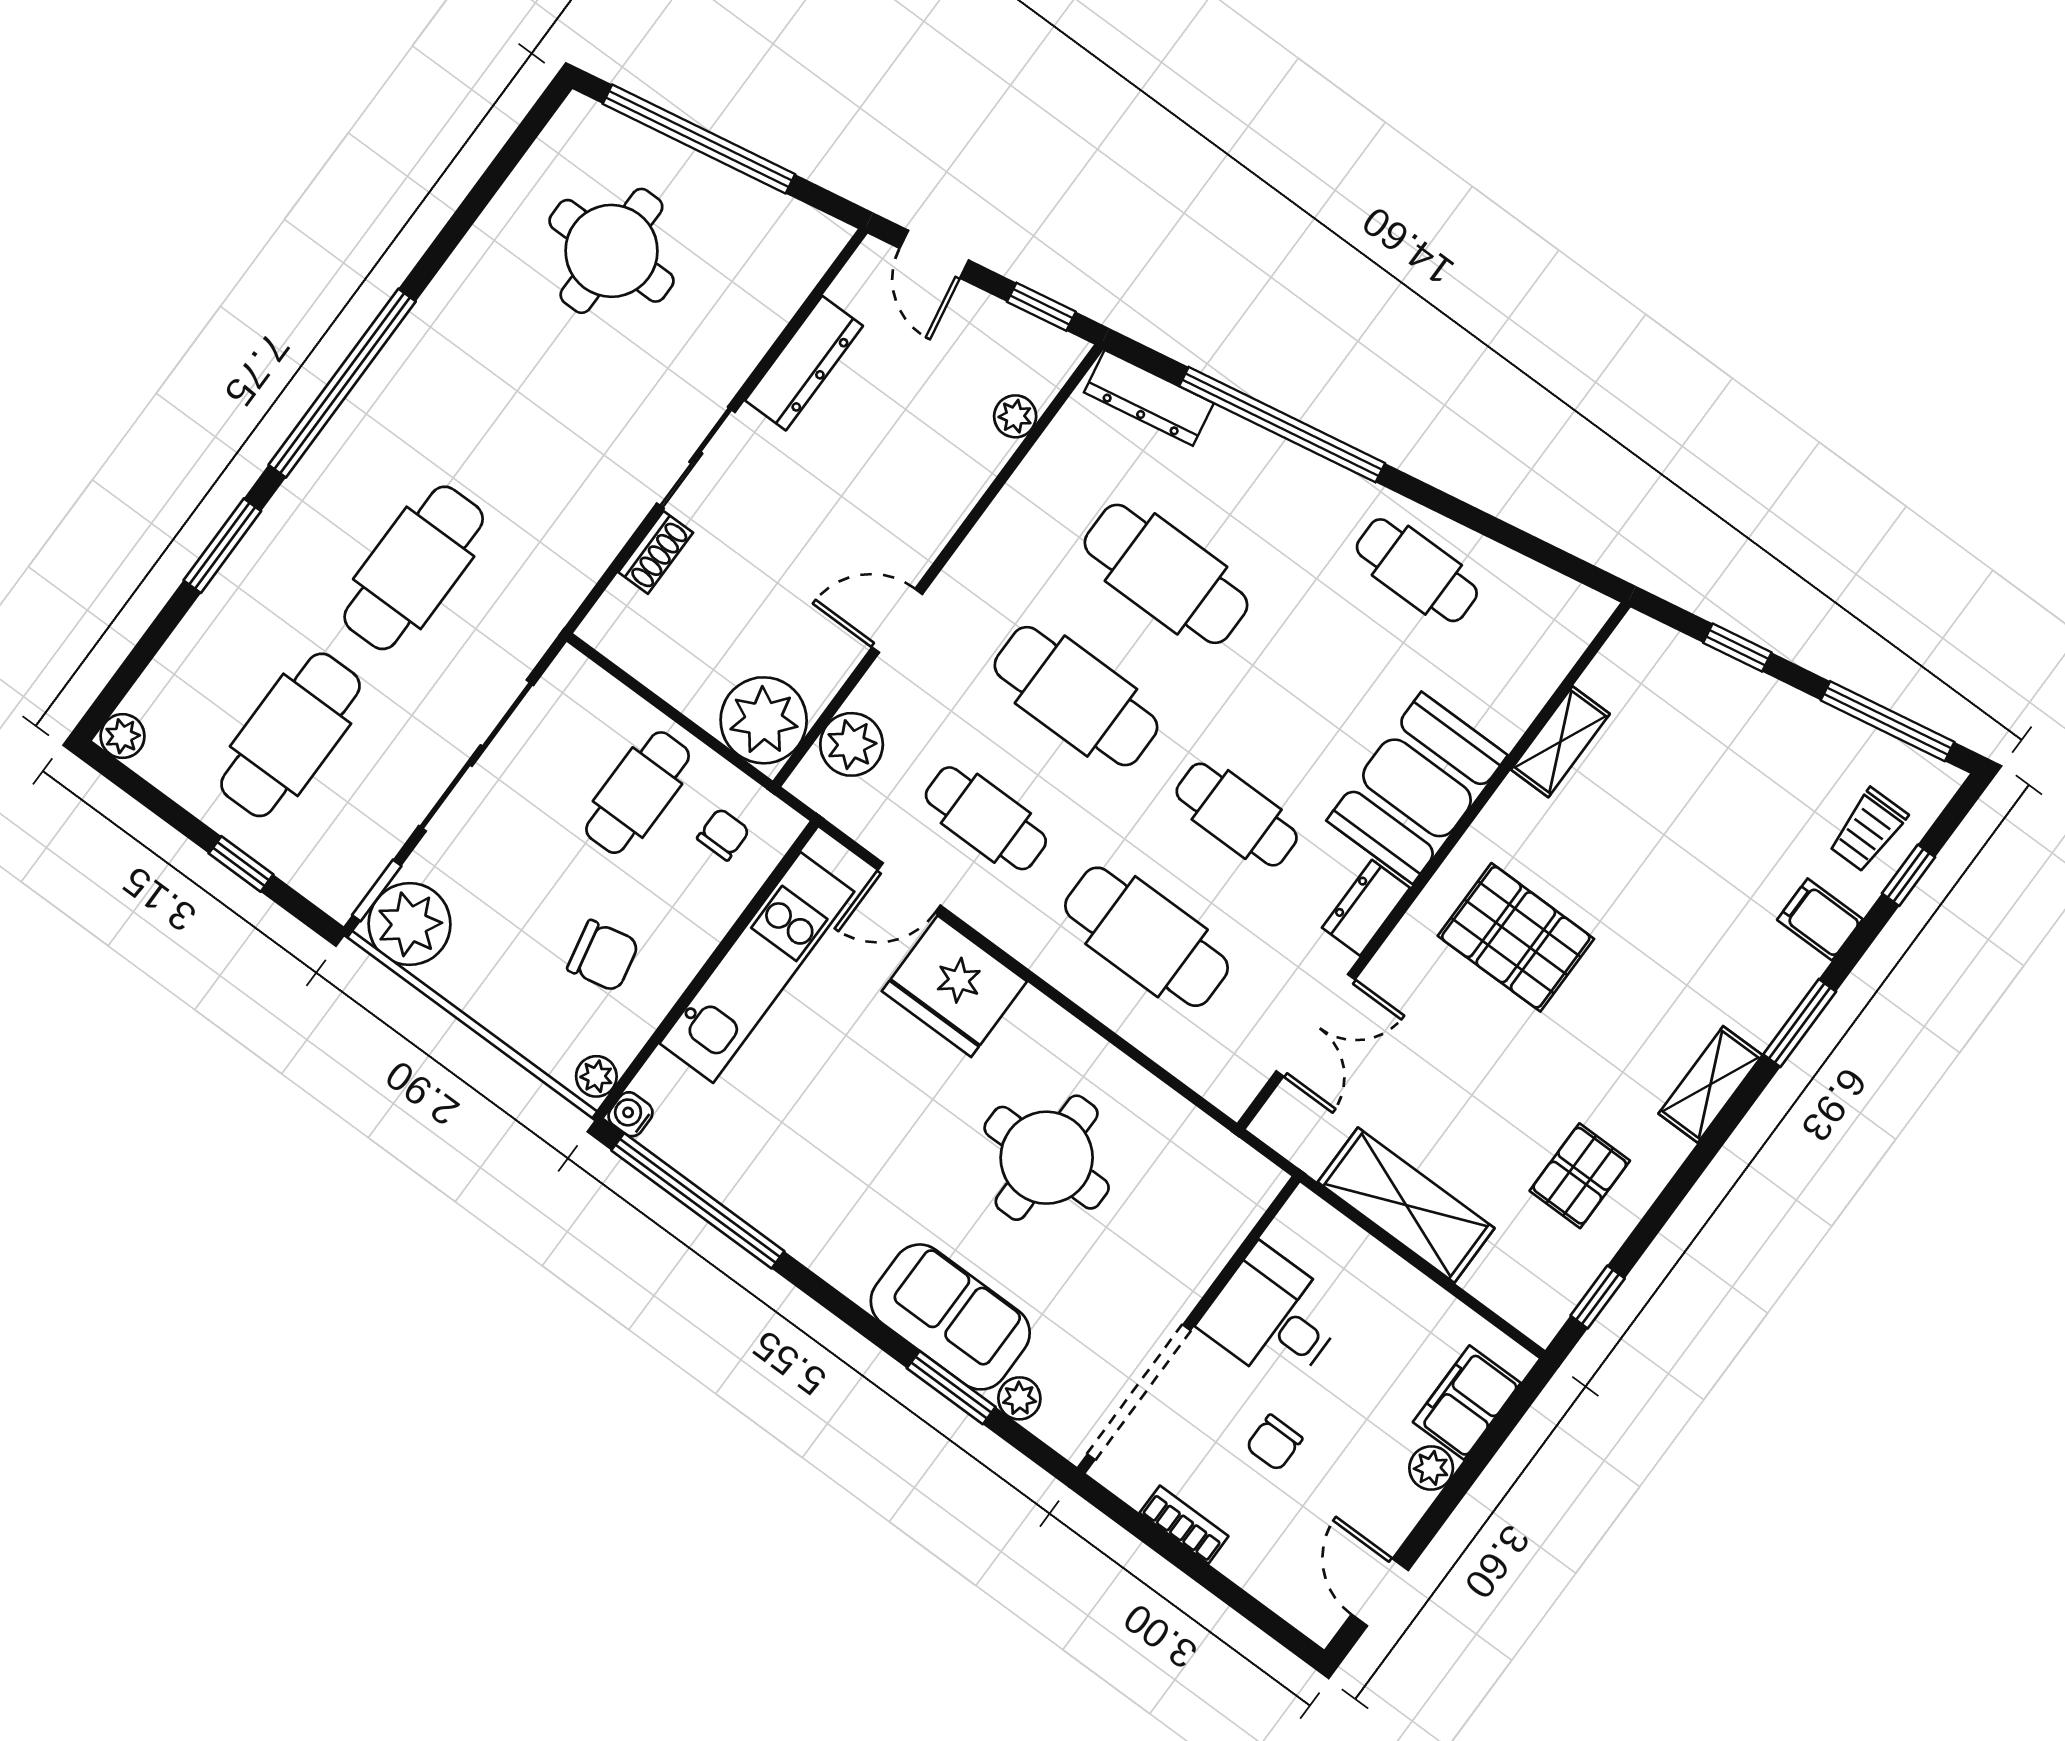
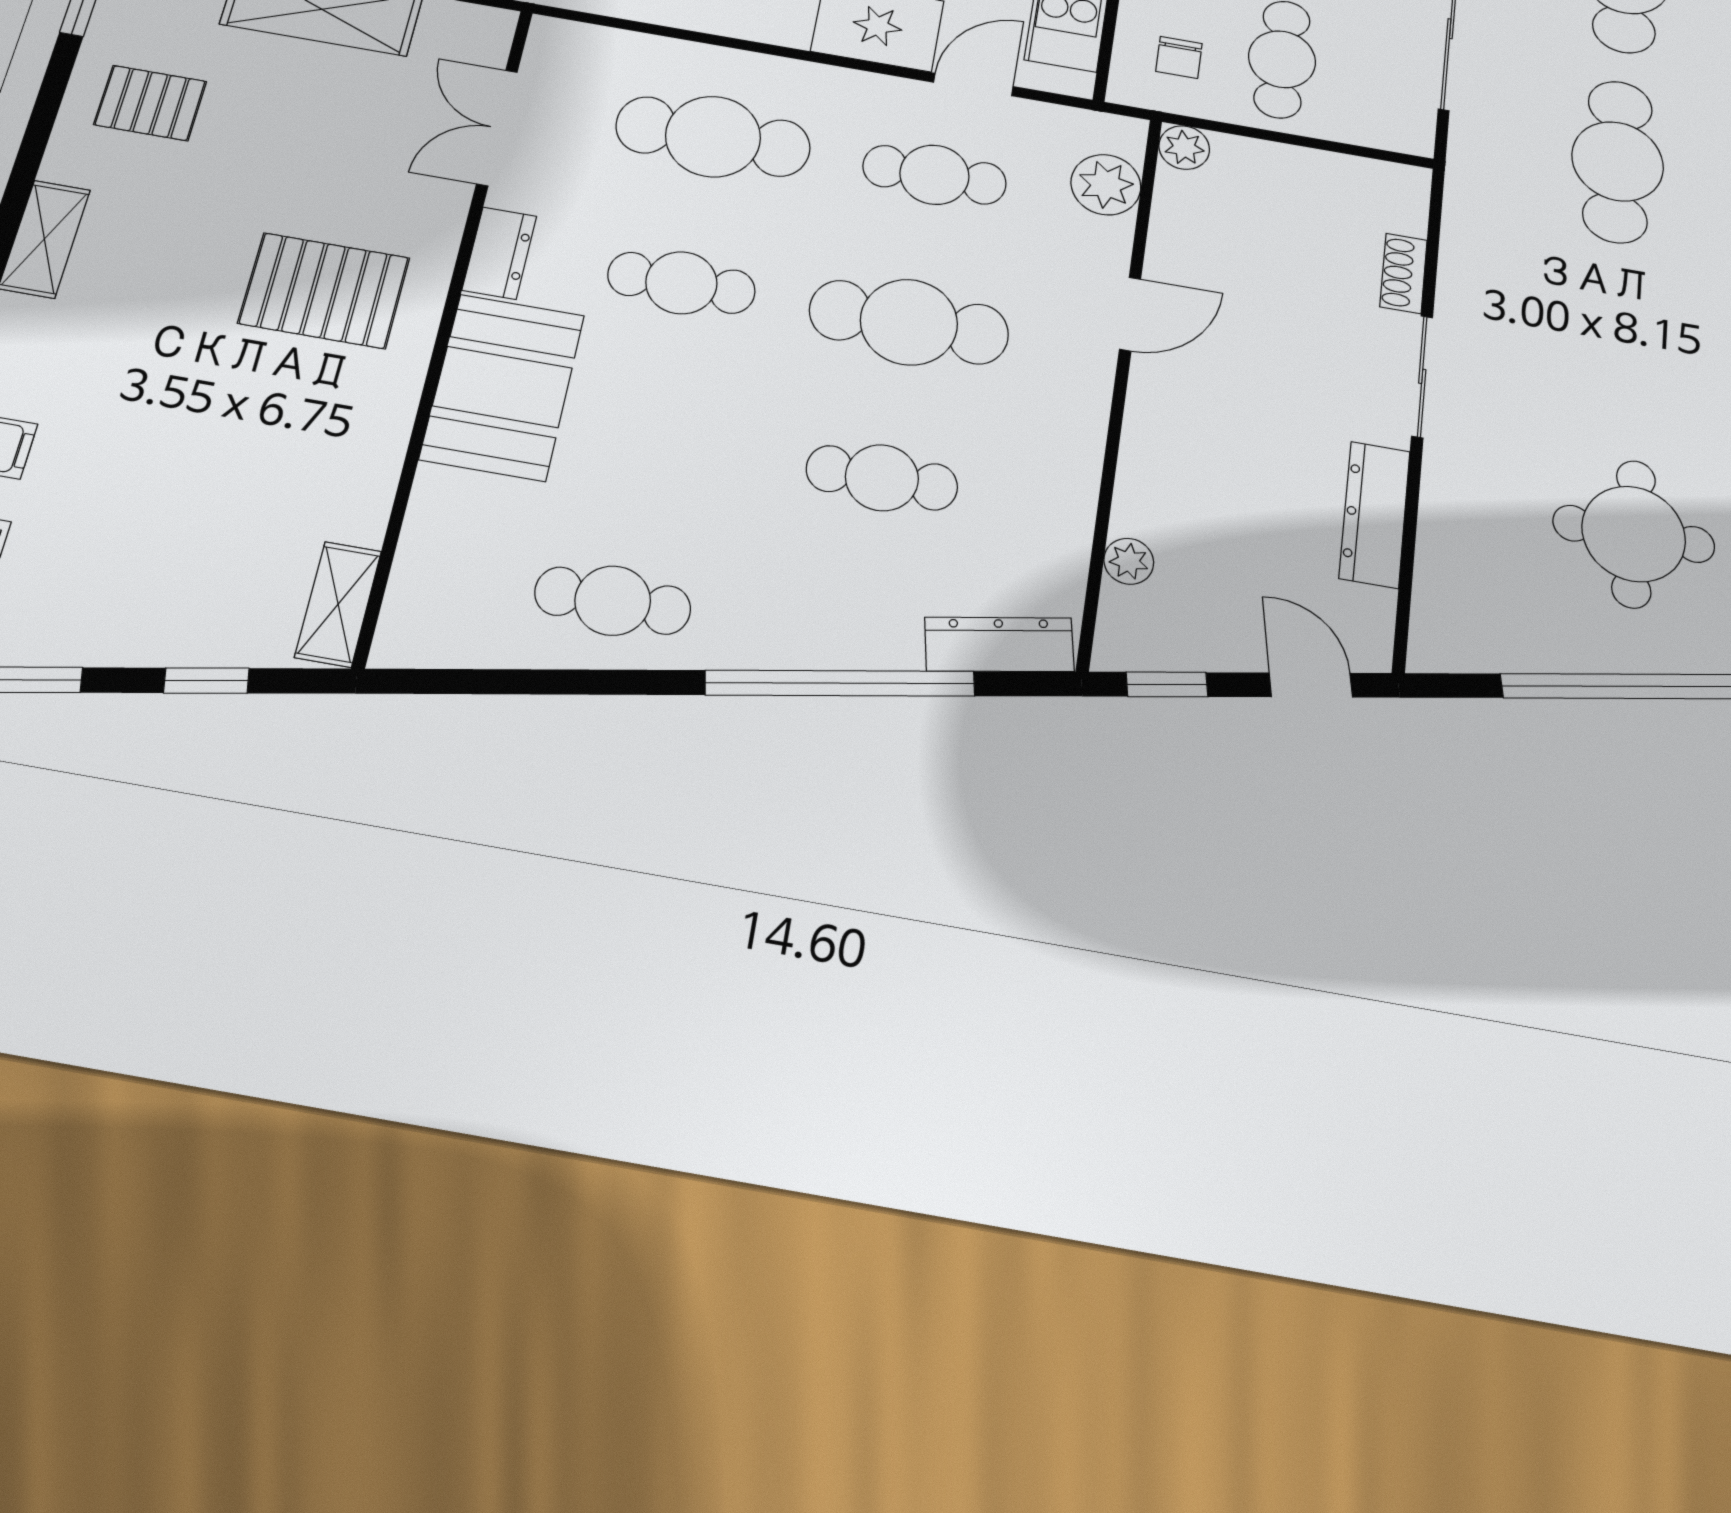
cafe table: (1166, 574) -> (882, 478), width x0.73, depth x0.74
plant: (764, 720) -> (1184, 148), width x0.53, depth x0.53
shelving: (1560, 742) -> (338, 604), moved
pallet: (1580, 1176) -> (150, 103), turned 90

